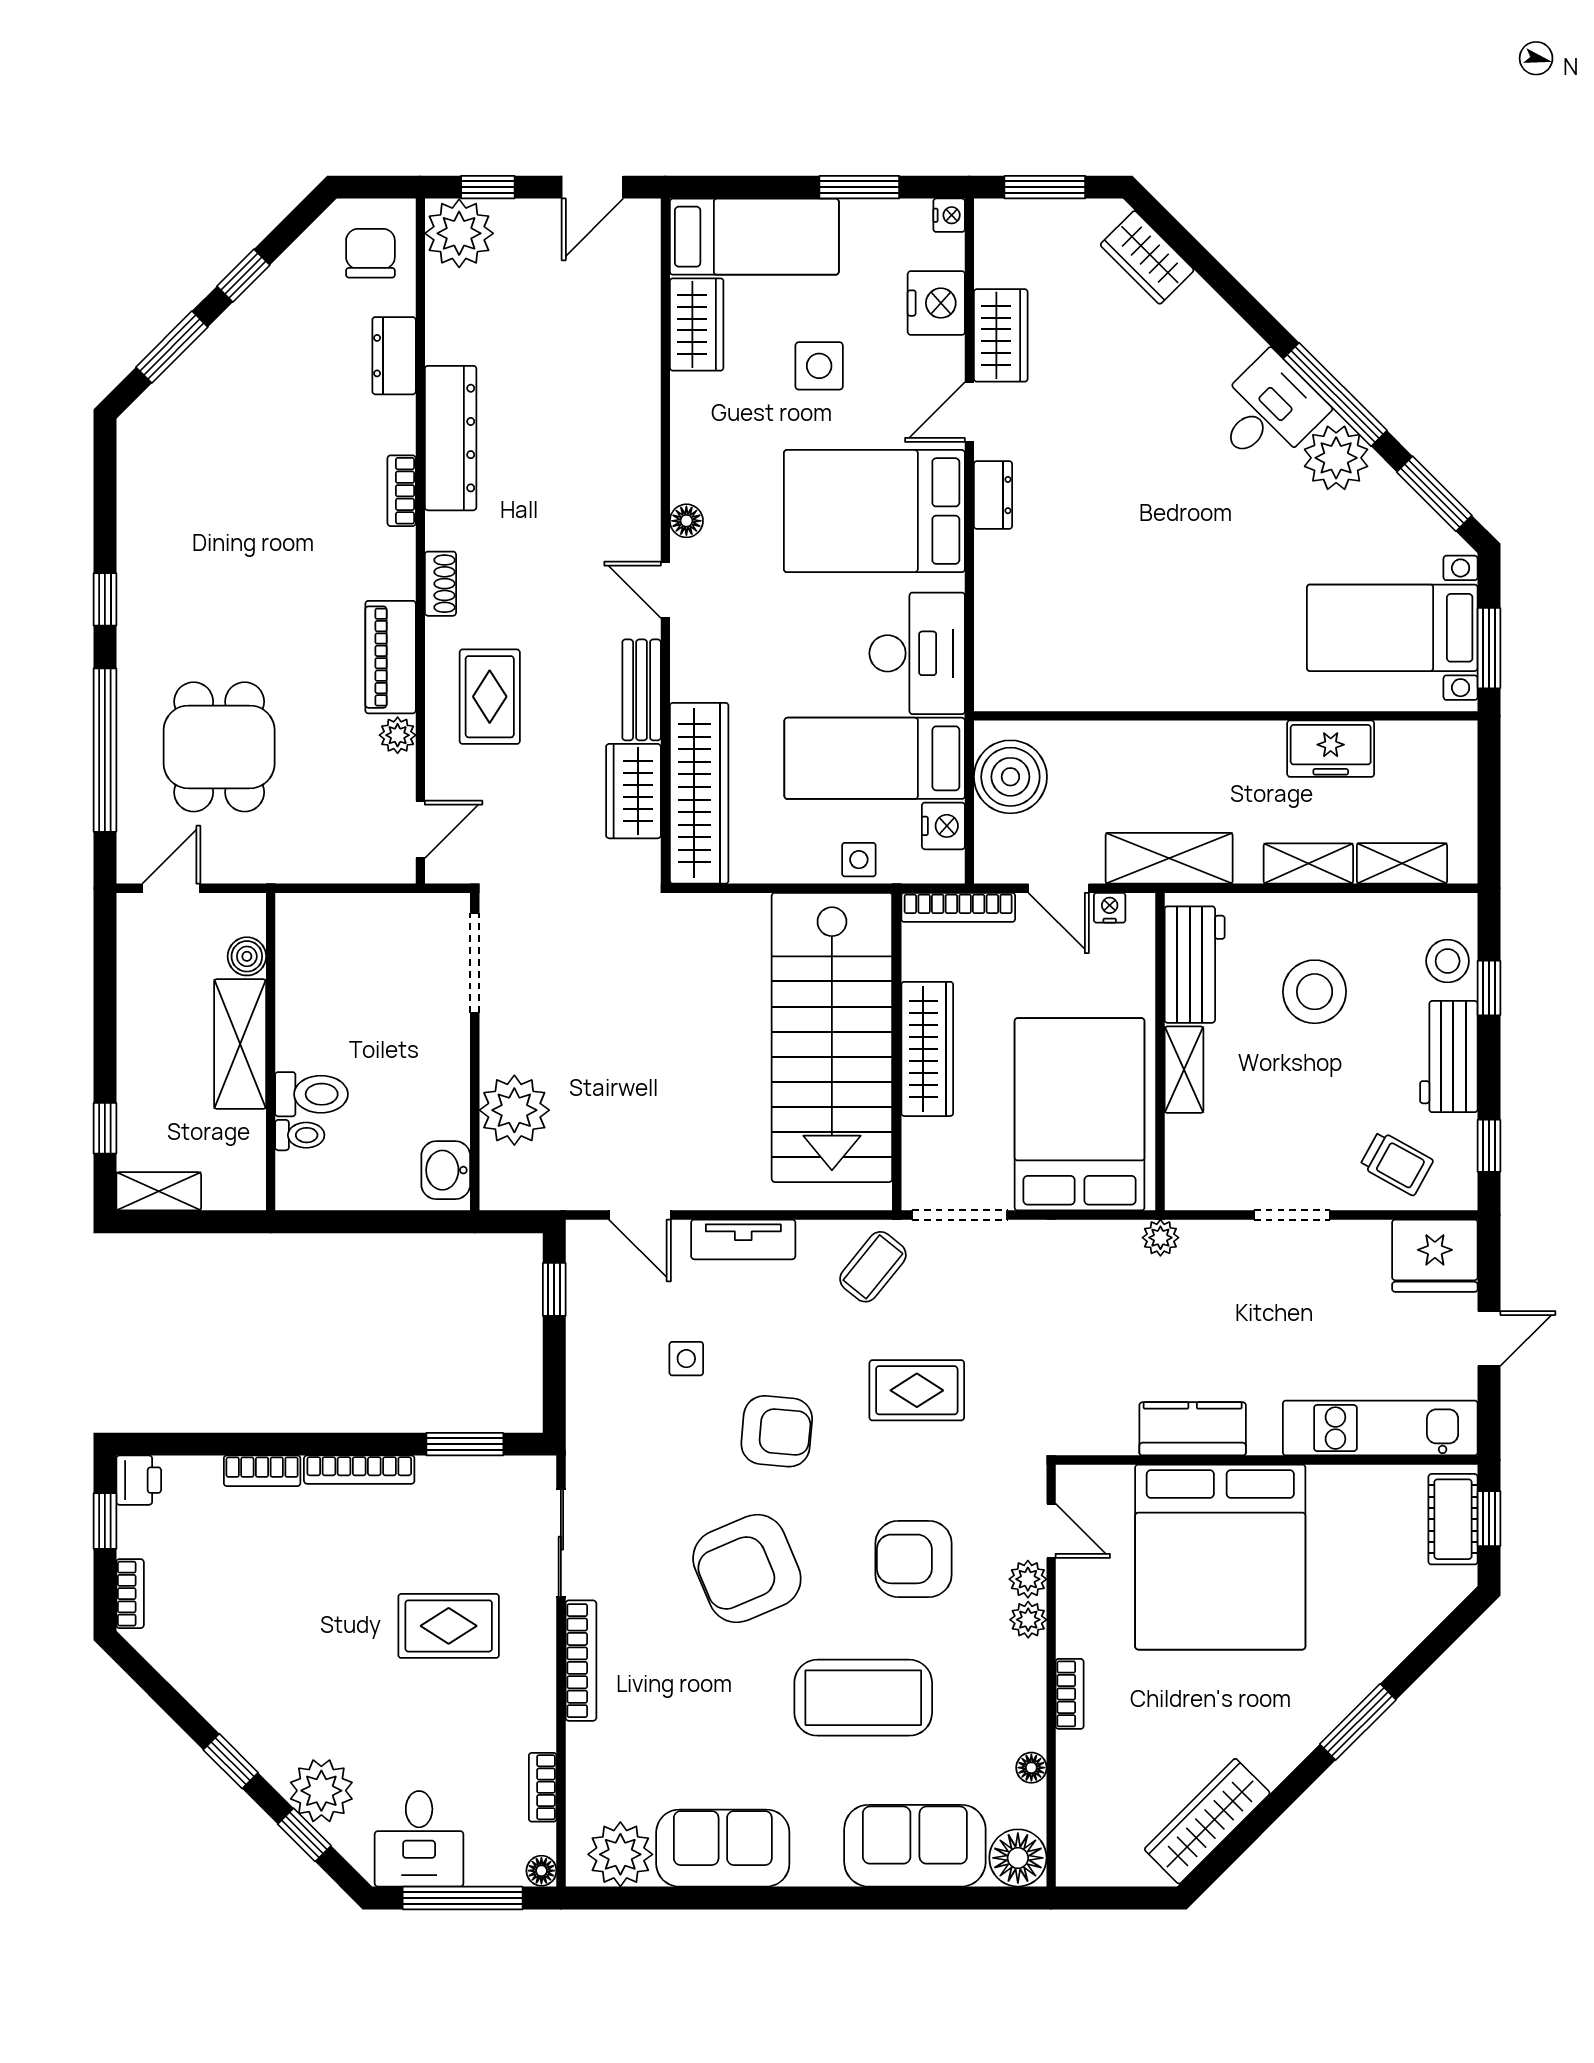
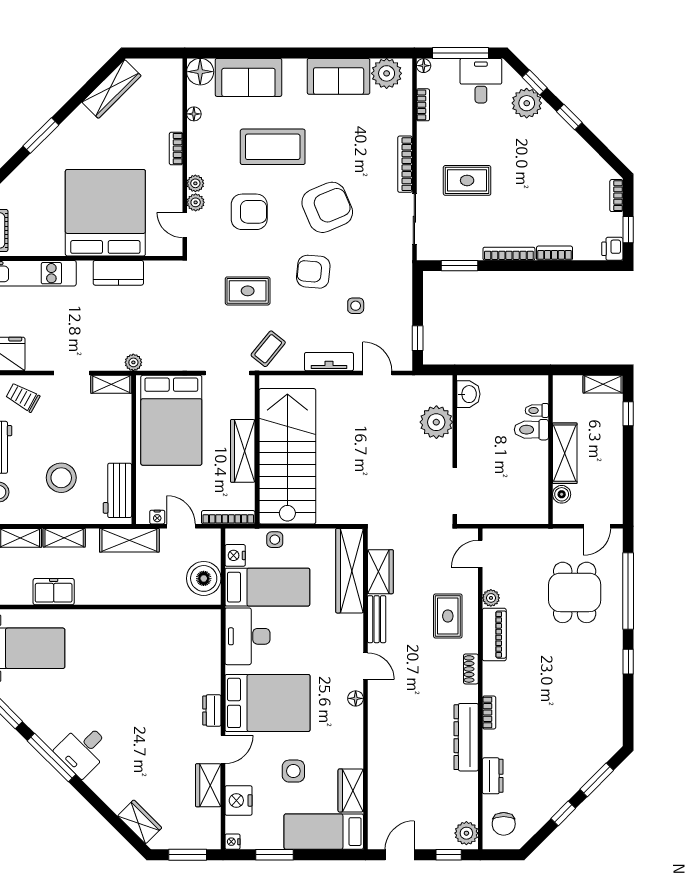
plant: (459, 233) -> (466, 833), width x0.73, depth x0.73
plant: (1336, 458) -> (51, 728), removed
shelving: (1184, 1070) -> (111, 384), moved, turned 90

